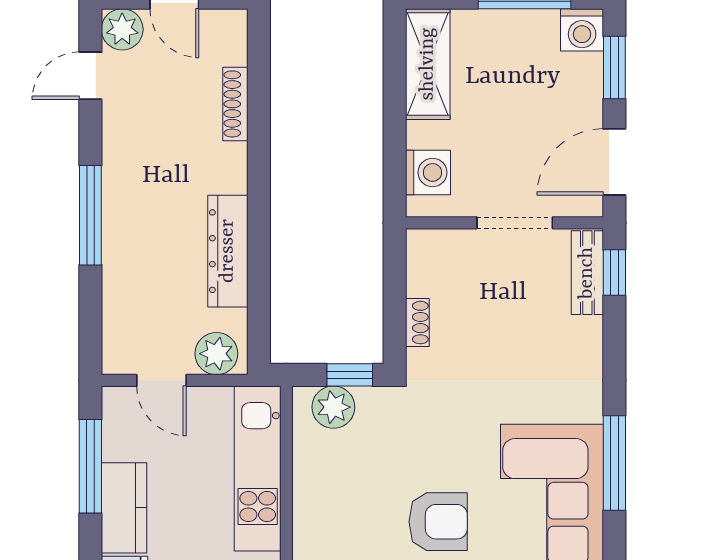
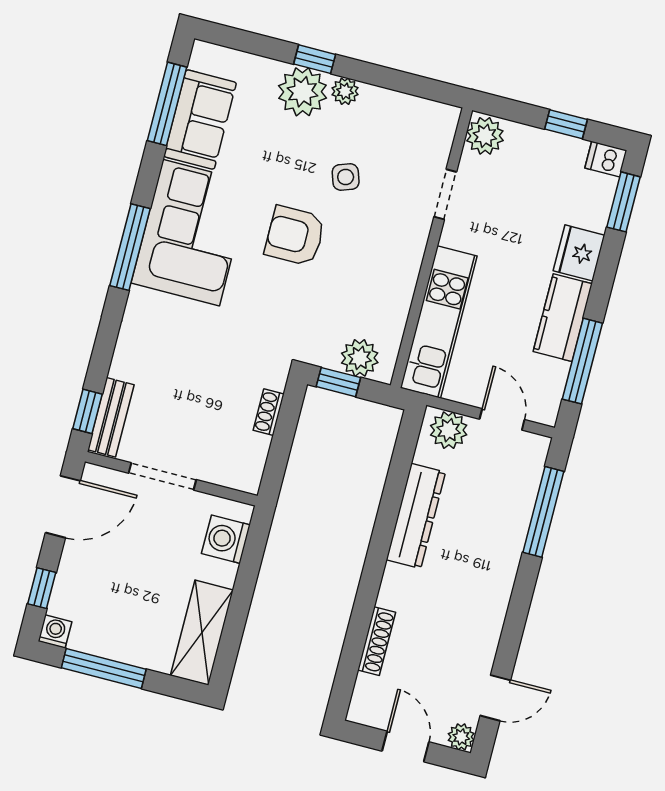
plant: (122, 29) -> (461, 737), width x0.73, depth x0.73
washing machine: (582, 30) -> (55, 631), width x0.73, depth x0.73
window: (614, 67) -> (42, 588), width x0.67
window: (90, 215) -> (543, 512), moved

